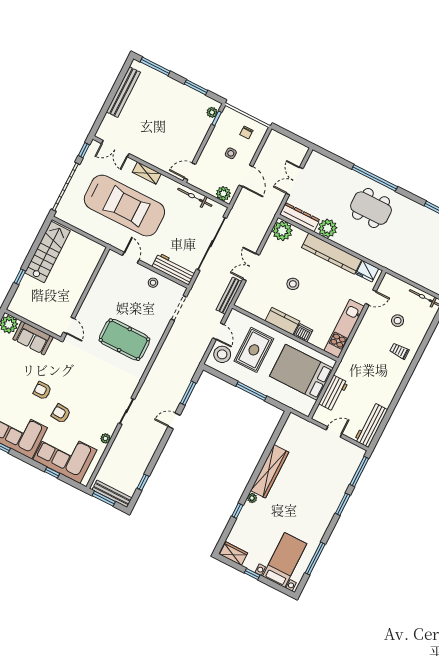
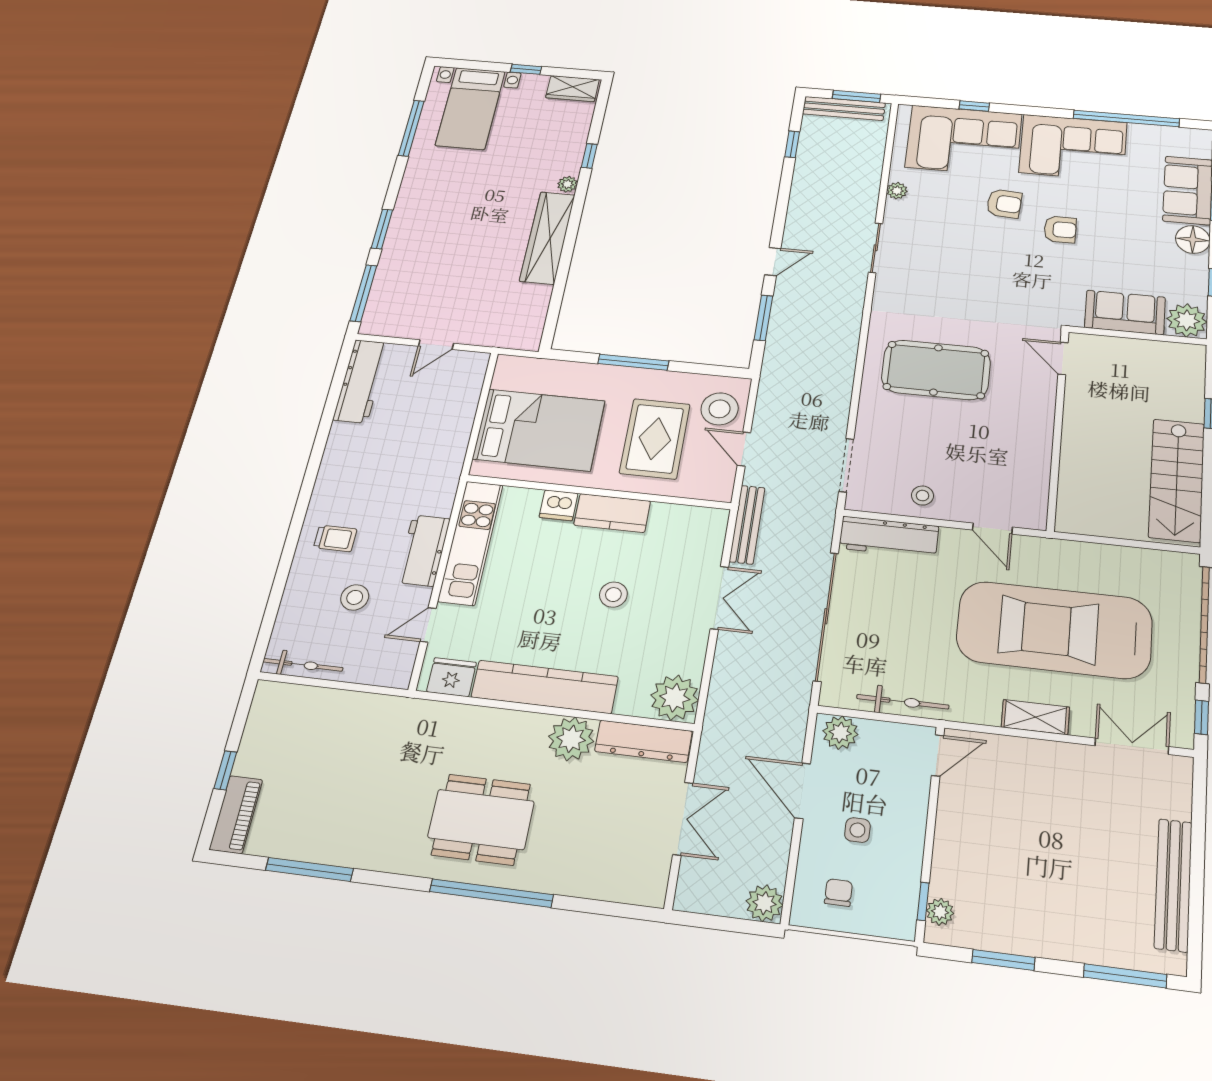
plant: (275, 138) -> (764, 903), added
workbench: (333, 393) -> (423, 550), moved

